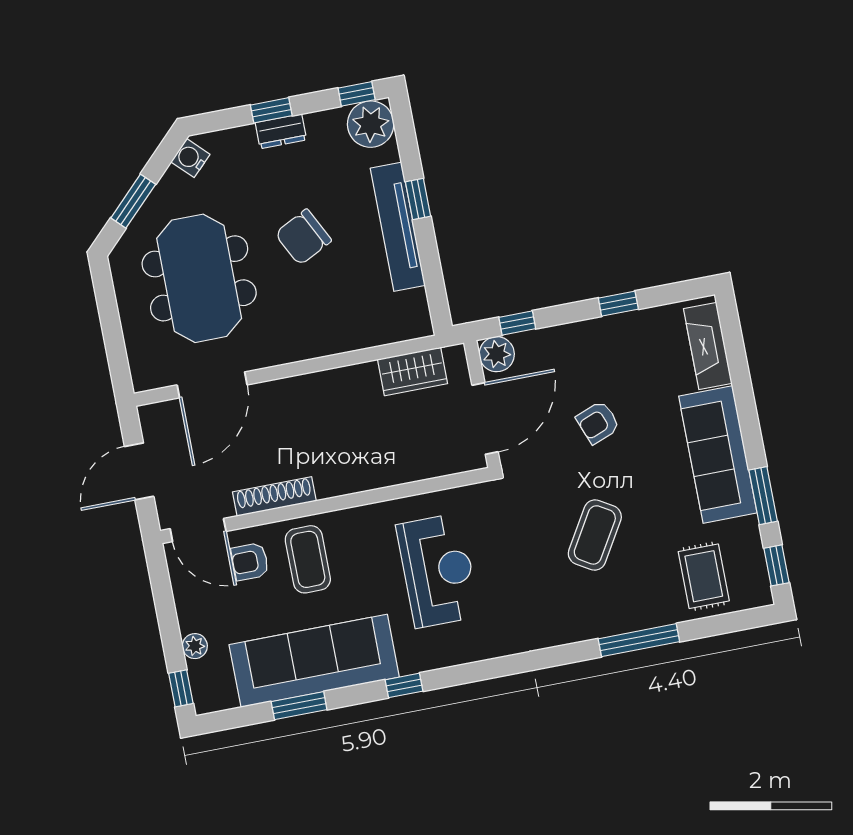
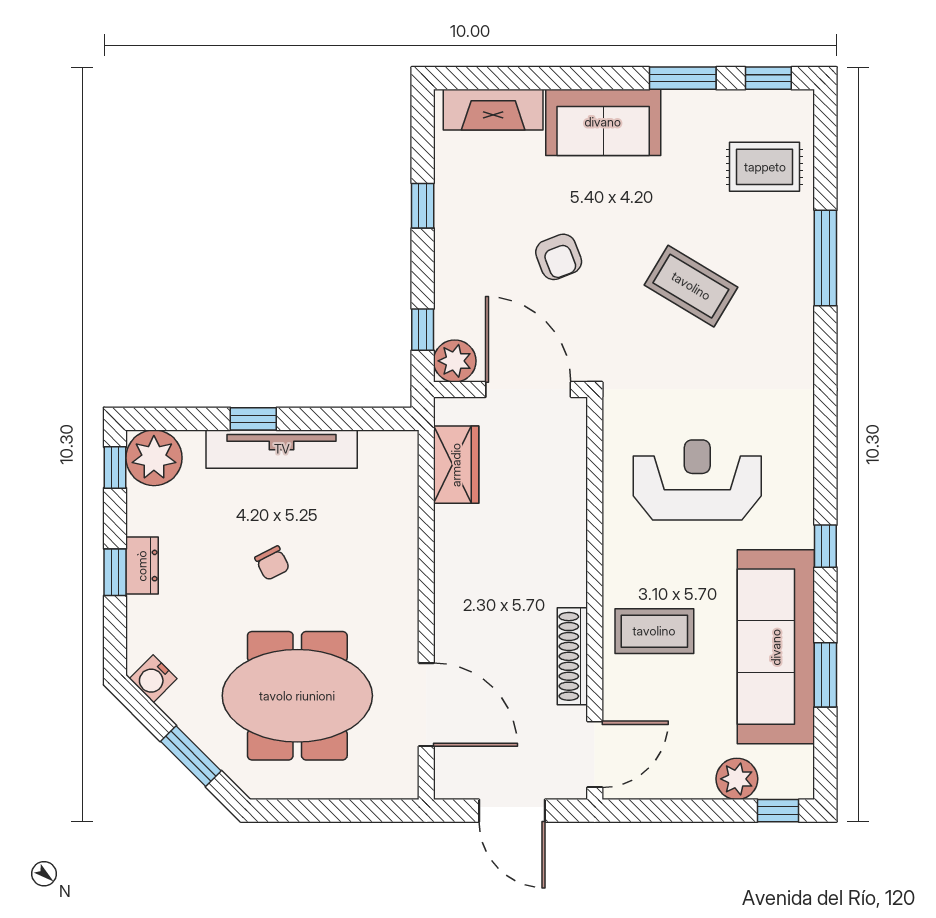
chair: (303, 237) -> (272, 563), width x0.54, depth x0.54
sofa: (718, 455) -> (603, 122), width x0.73
armchair: (250, 562) -> (644, 700), removed
plant: (195, 646) -> (737, 779), width x1.38, depth x1.38

